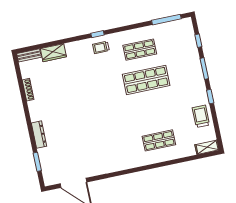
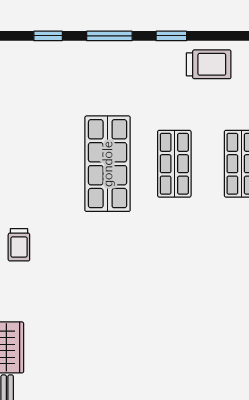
shop shelf: (140, 50) -> (174, 164), moved
trolley: (201, 116) -> (209, 64), turned 180

